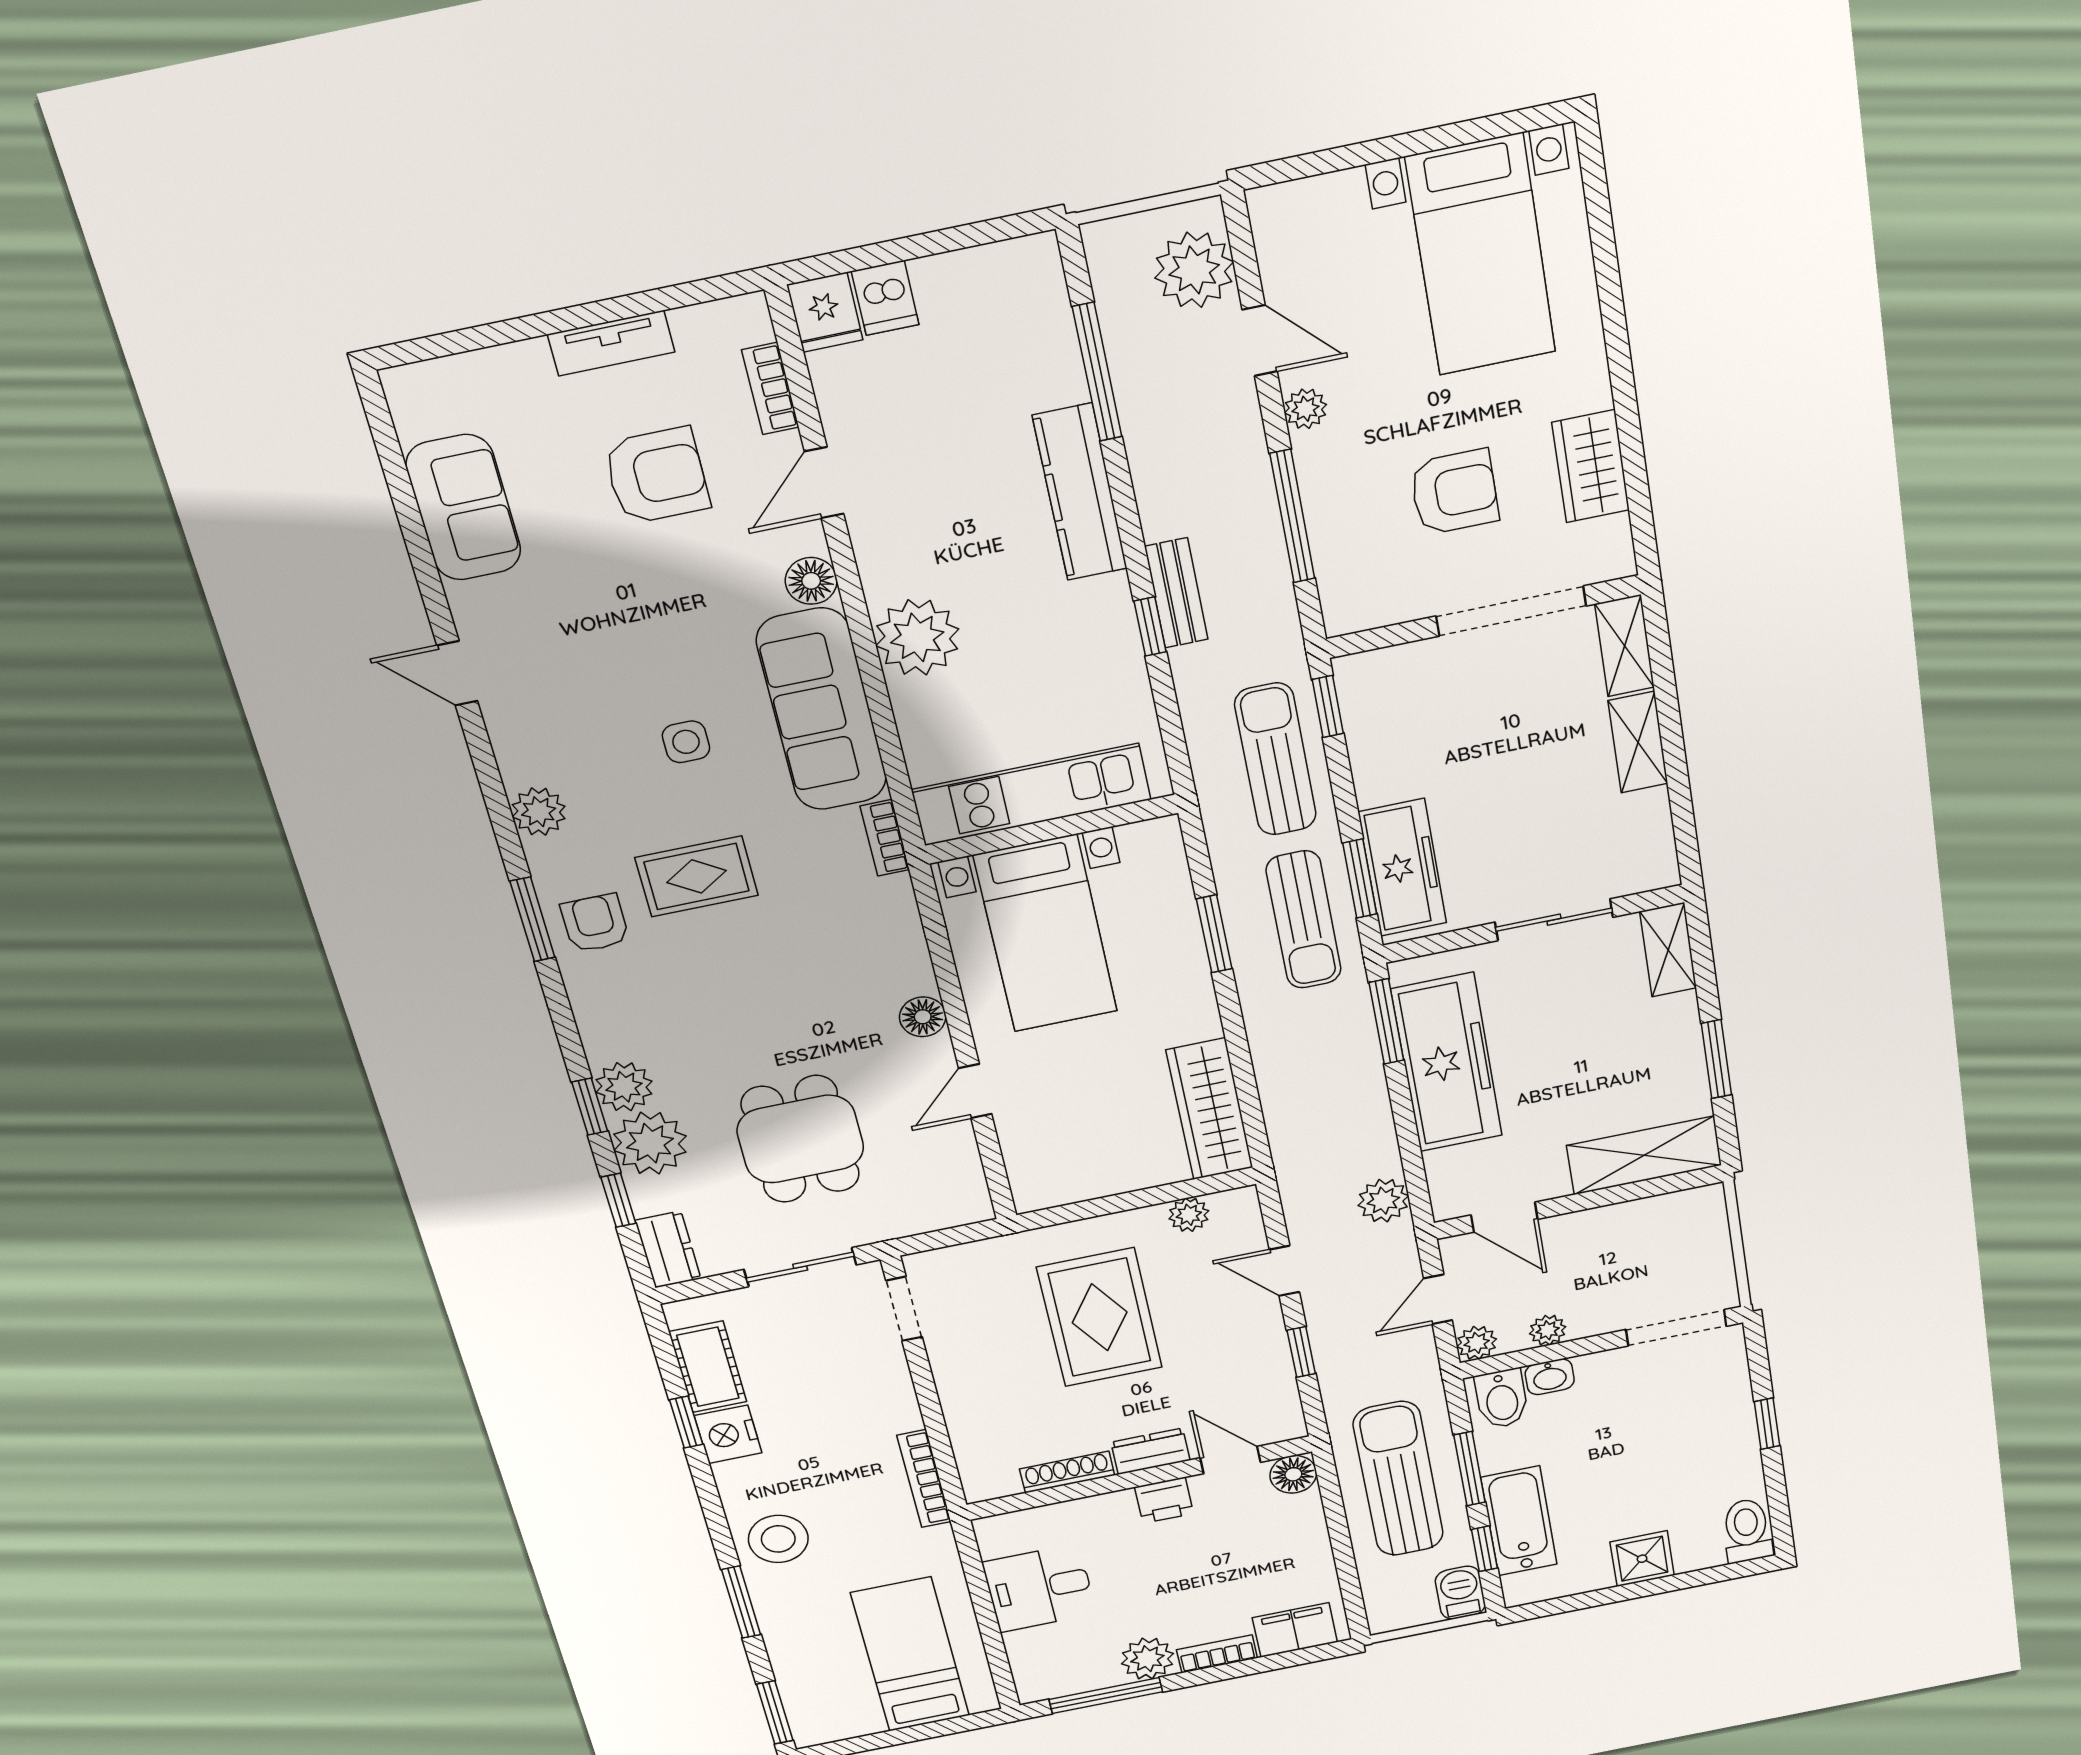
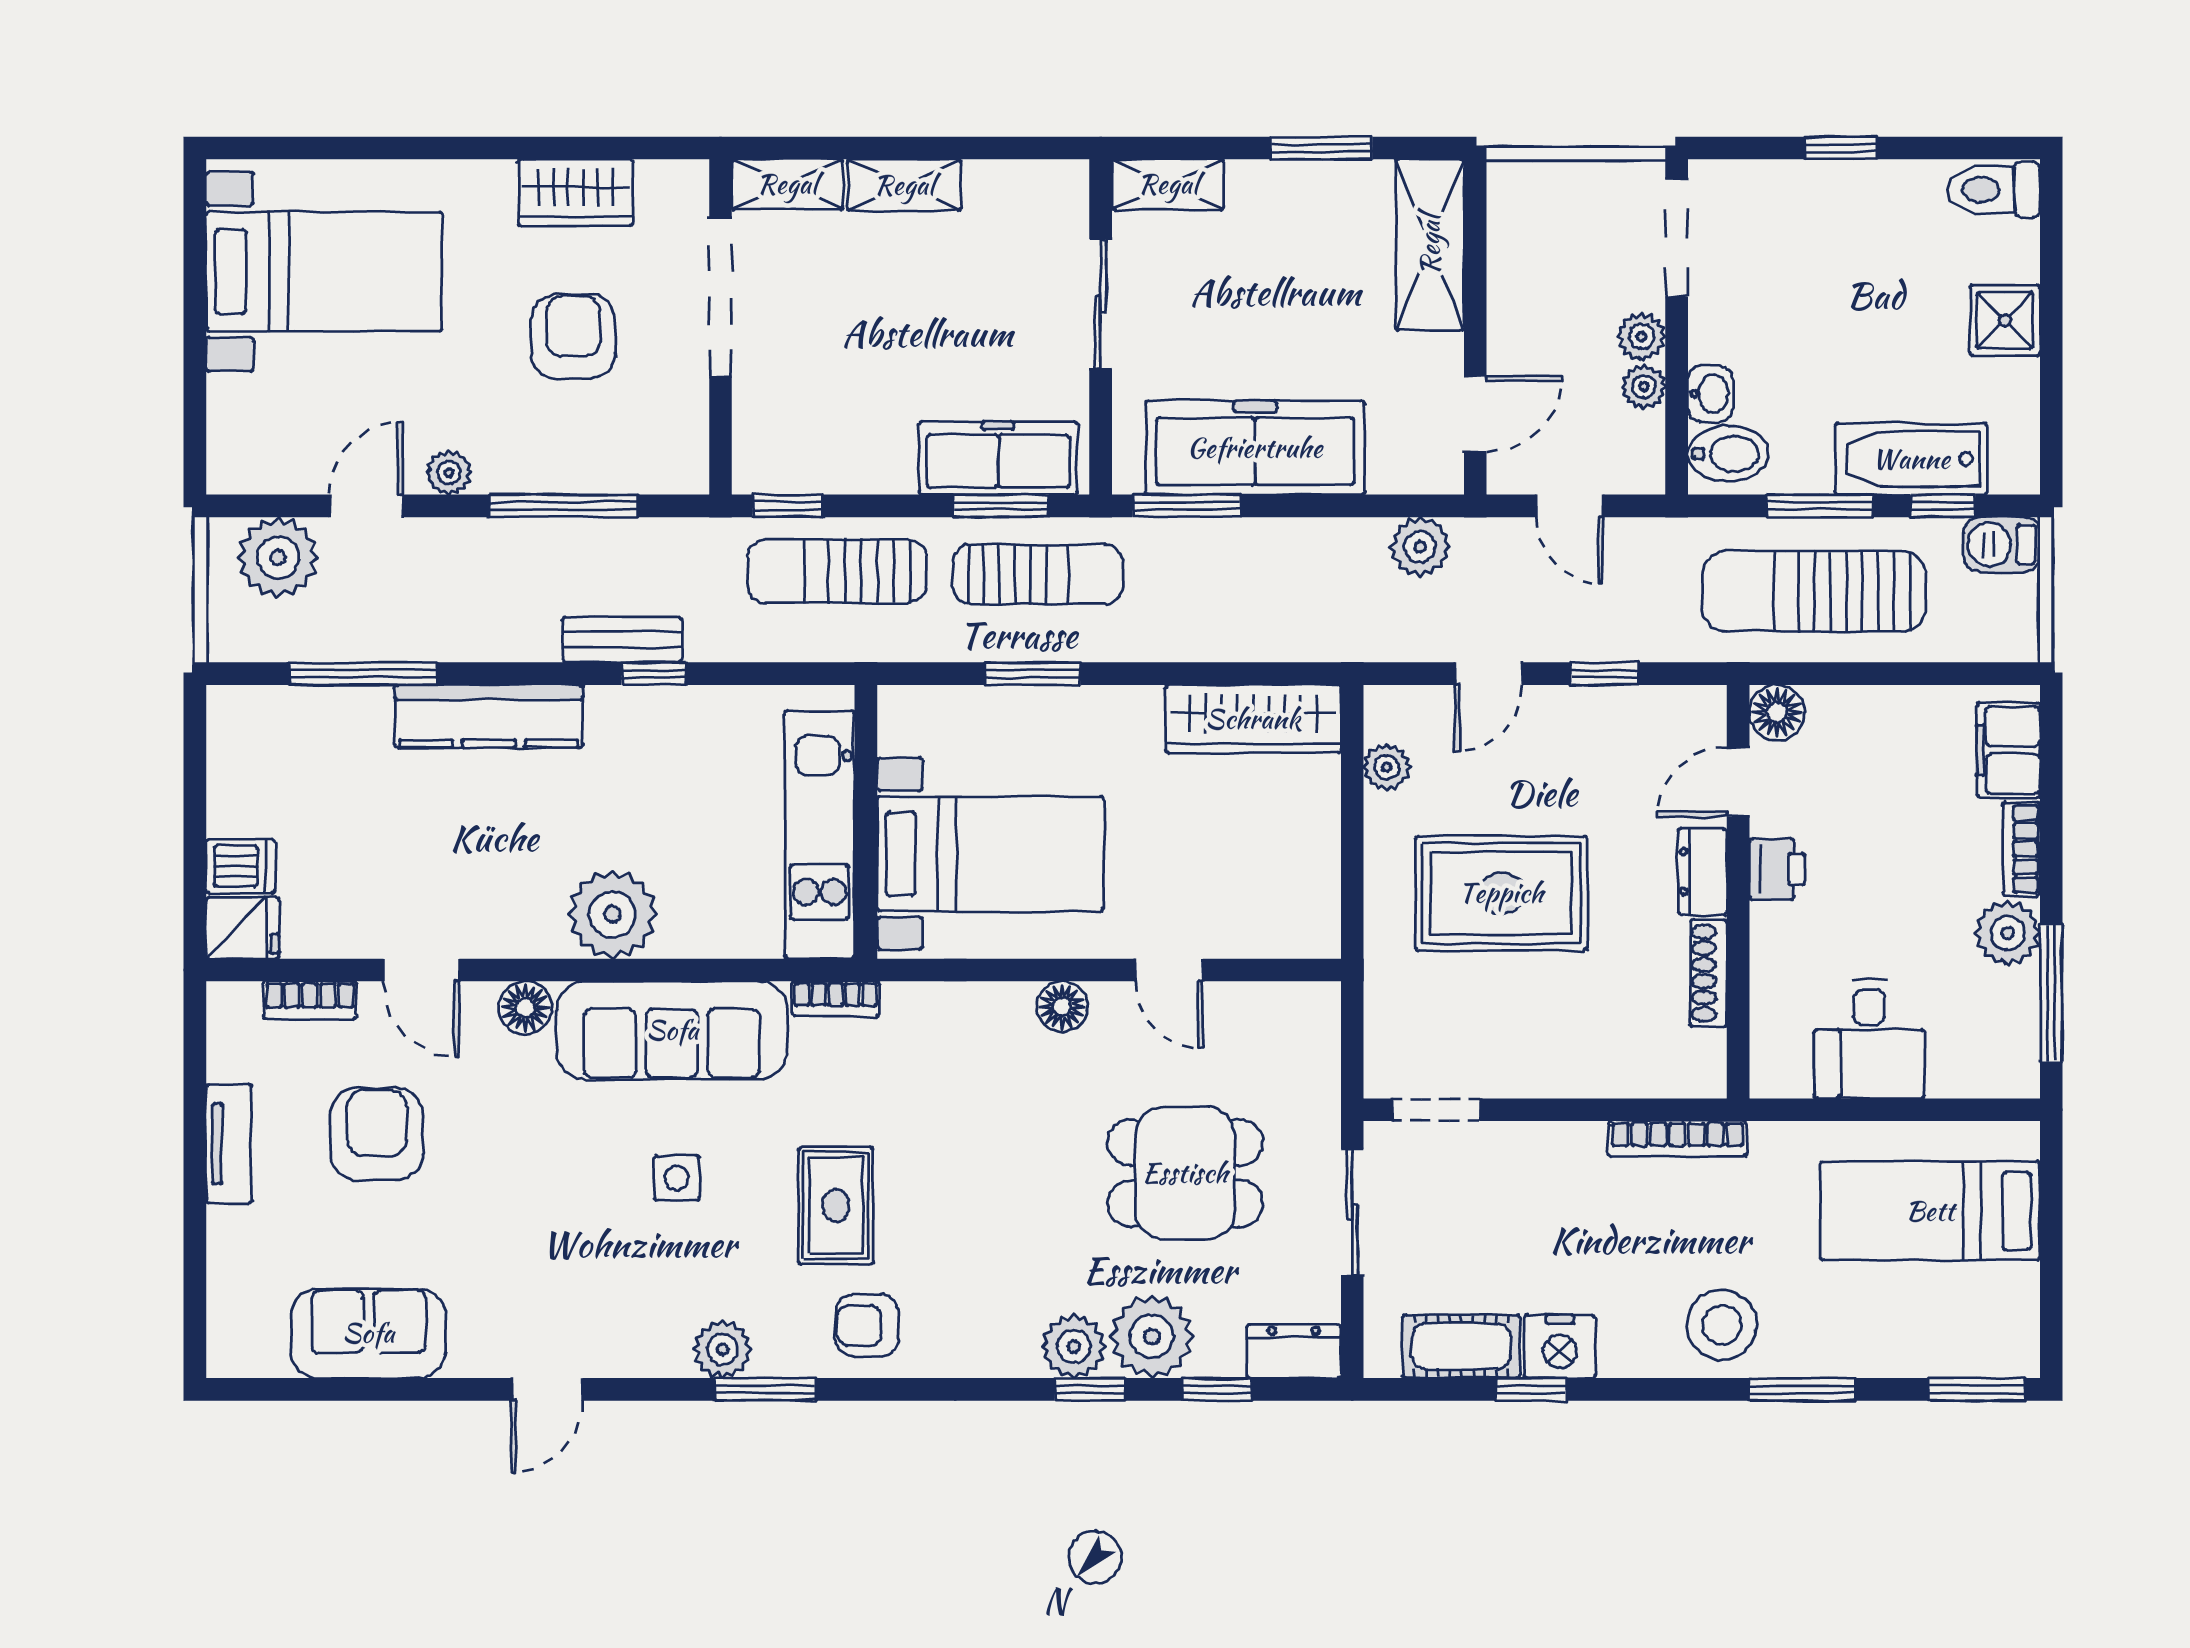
window: (532, 919) -> (765, 1389), moved
plant: (1477, 1343) -> (1642, 337), moved

